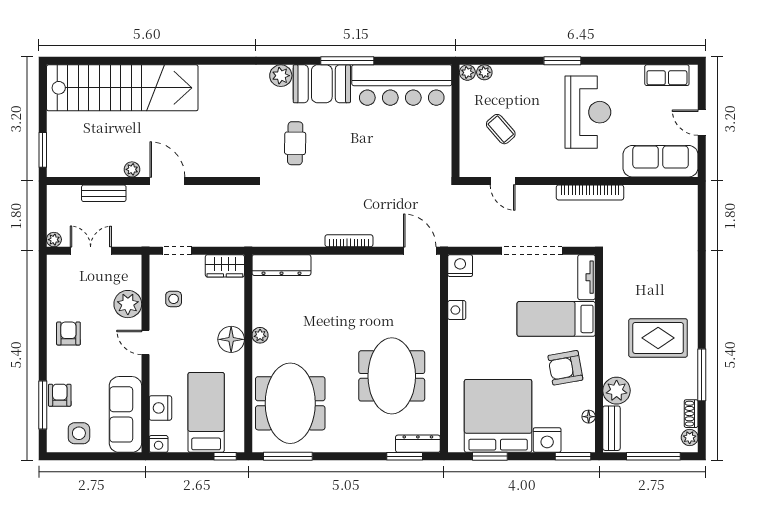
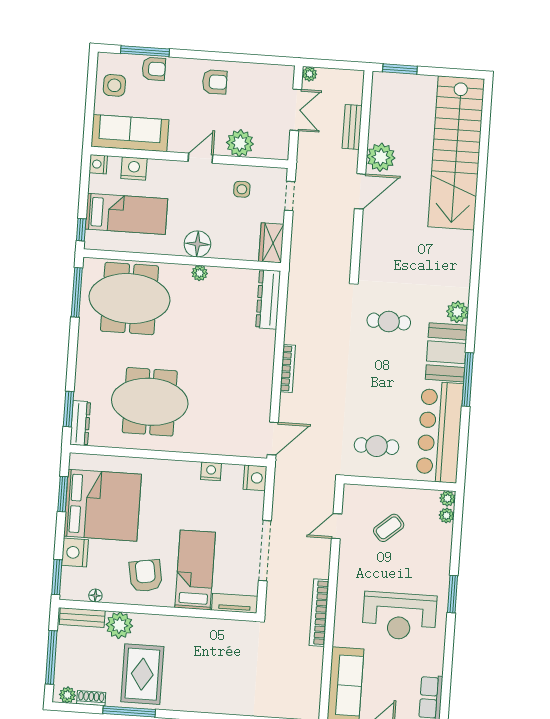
cafe table: (420, 147) -> (377, 446), added
plant: (132, 169) -> (381, 157), width x1.88, depth x1.88
rug: (658, 338) -> (142, 674), moved

